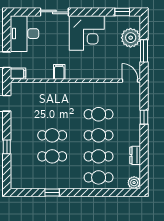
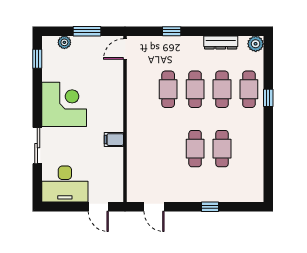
plant: (131, 38) -> (64, 42), width x0.53, depth x0.53
filing cabinet: (18, 74) -> (116, 192), removed
dresser: (135, 155) -> (221, 42), width x1.44
window: (52, 192) -> (268, 98), moved

